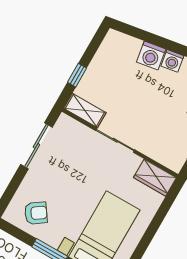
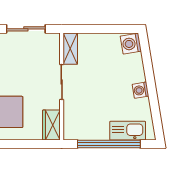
washing machine: (151, 56) -> (131, 44), moved
window: (77, 75) -> (92, 29), removed

